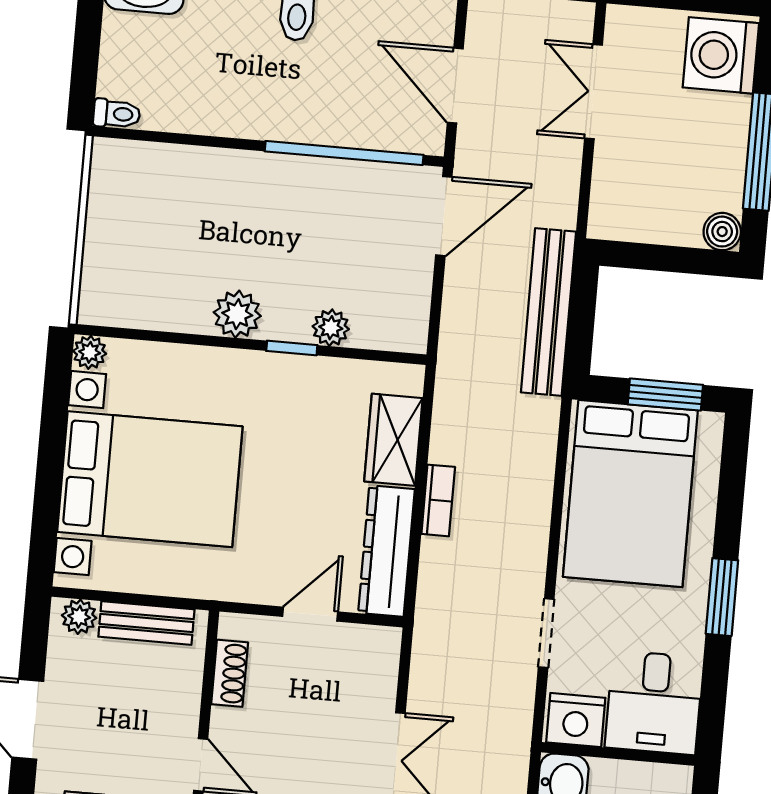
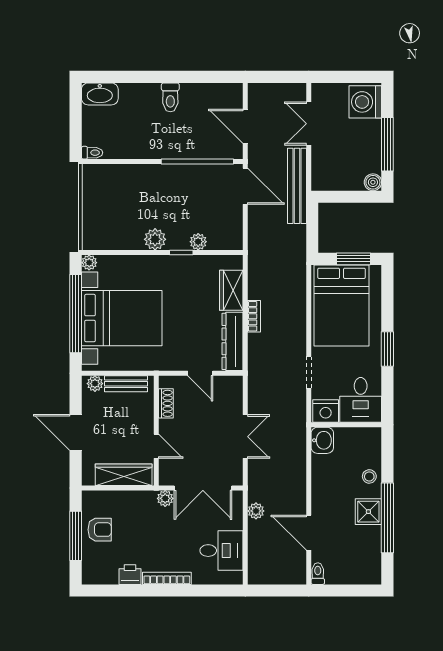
door: (444, 216) -> (245, 186), hinge flipped
bench: (548, 312) -> (297, 186), moved
window: (50, 461) -> (76, 314), added
door: (310, 614) -> (200, 373), swing flipped

